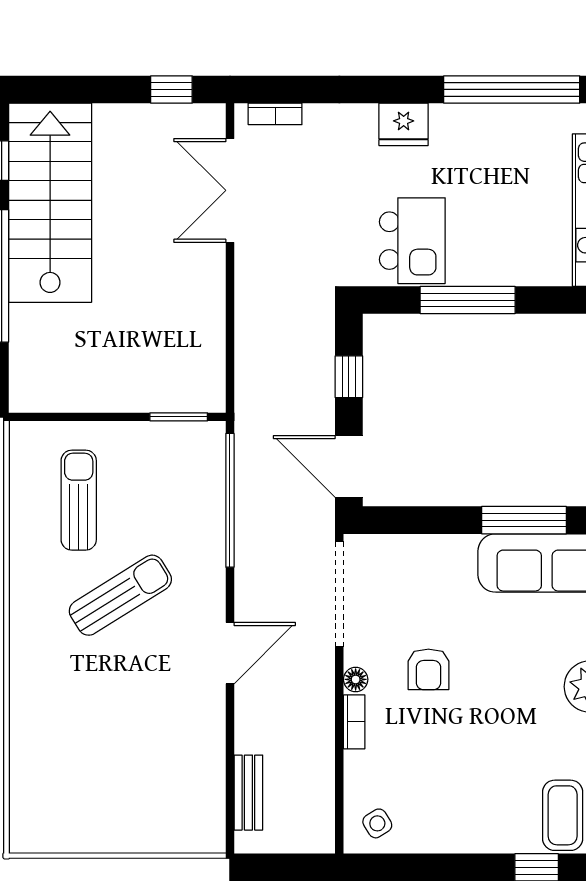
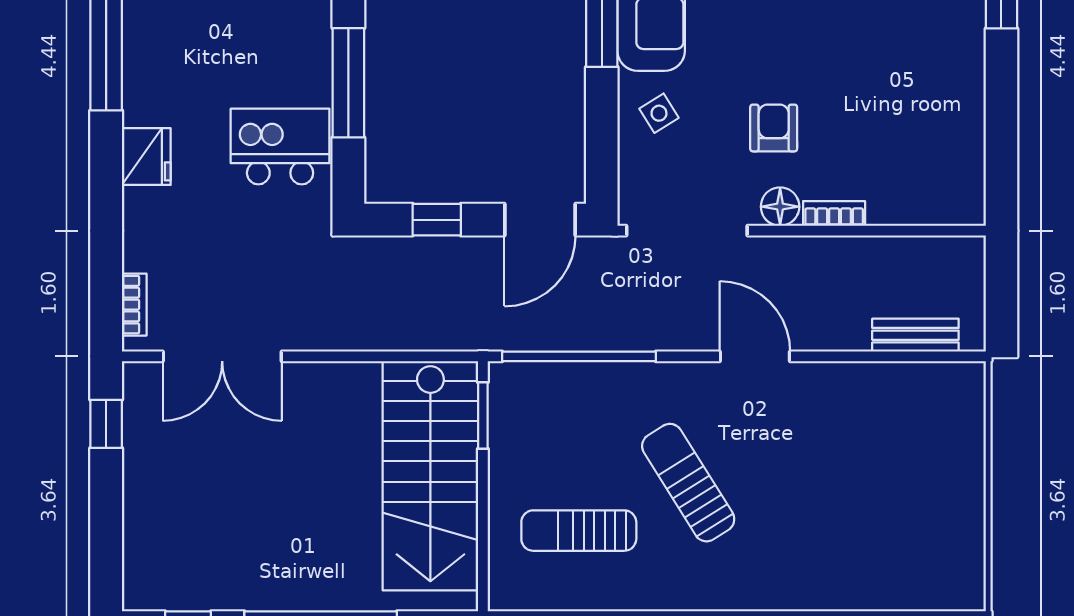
stairs: (50, 203) -> (430, 476), moved, turned -90
armchair: (428, 669) -> (774, 128), turned -90
floor lamp: (356, 679) -> (780, 207), width x1.37, depth x1.37
side table: (377, 823) -> (659, 113), moved

